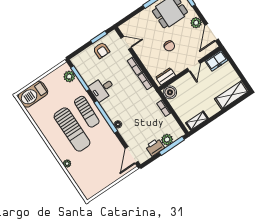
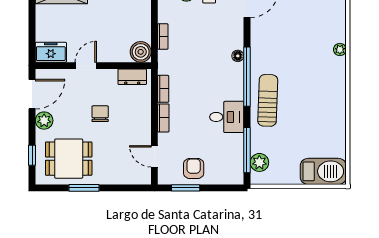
sun lounger: (72, 130) -> (303, 90), removed

